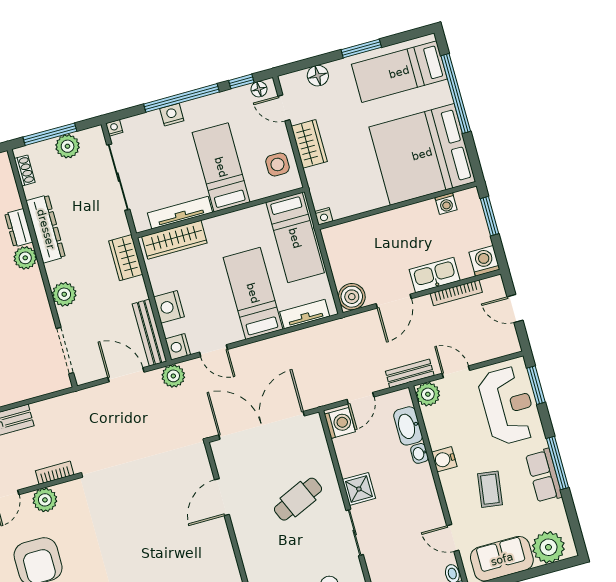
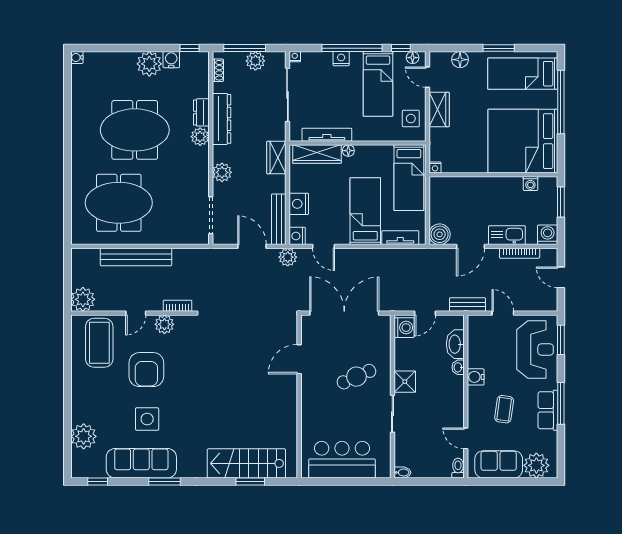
bed: (221, 167) -> (378, 84), moved, turned 180
floor lamp: (212, 225) -> (348, 151), added
plant: (428, 394) -> (477, 324), removed

